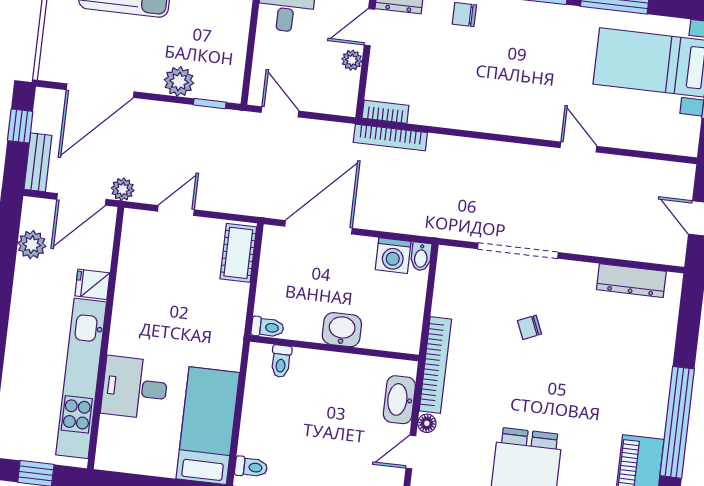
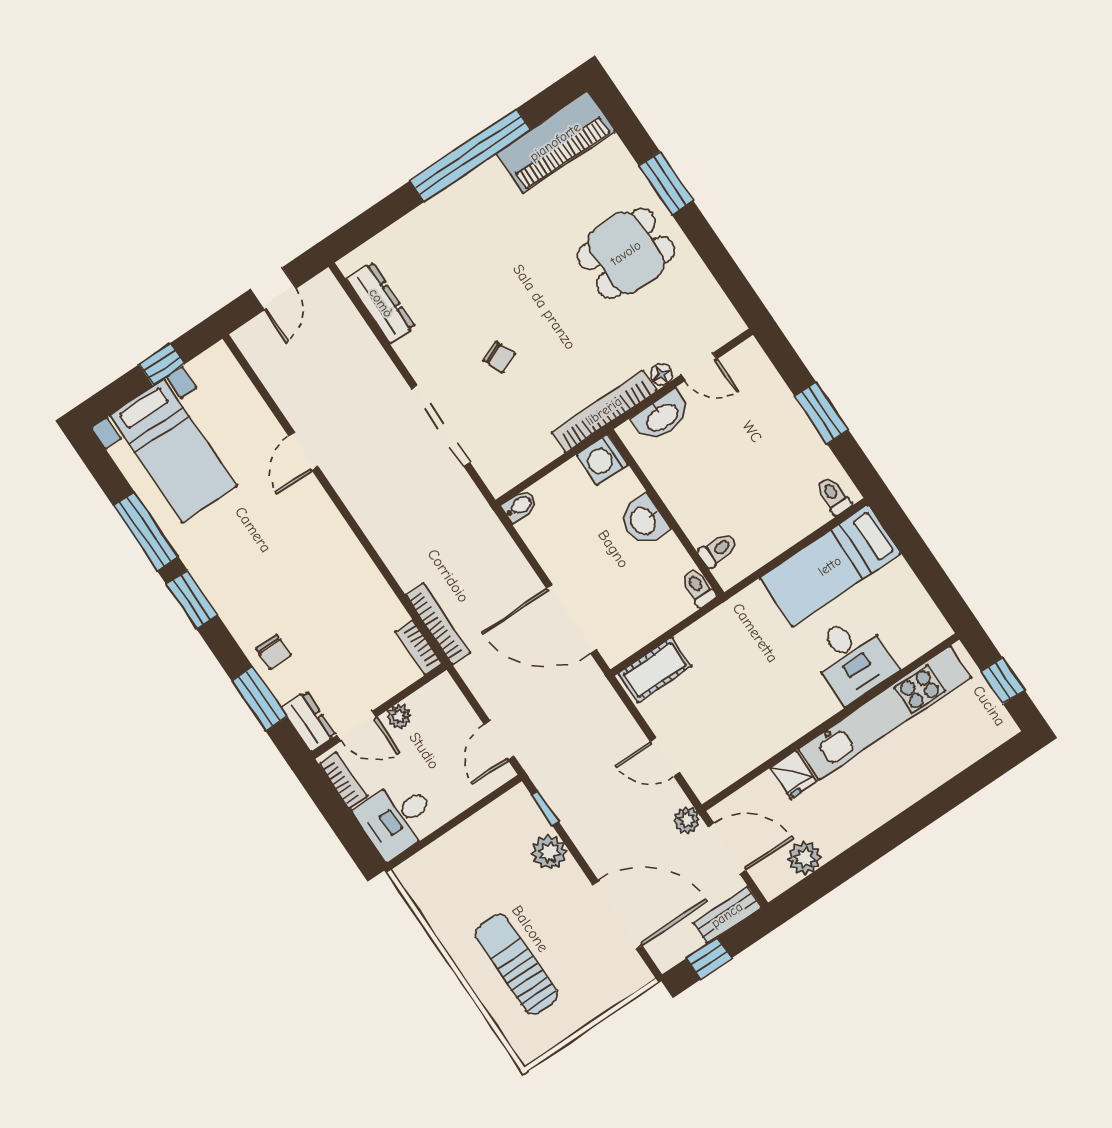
washing machine: (393, 256) -> (602, 459), moved, turned 180

